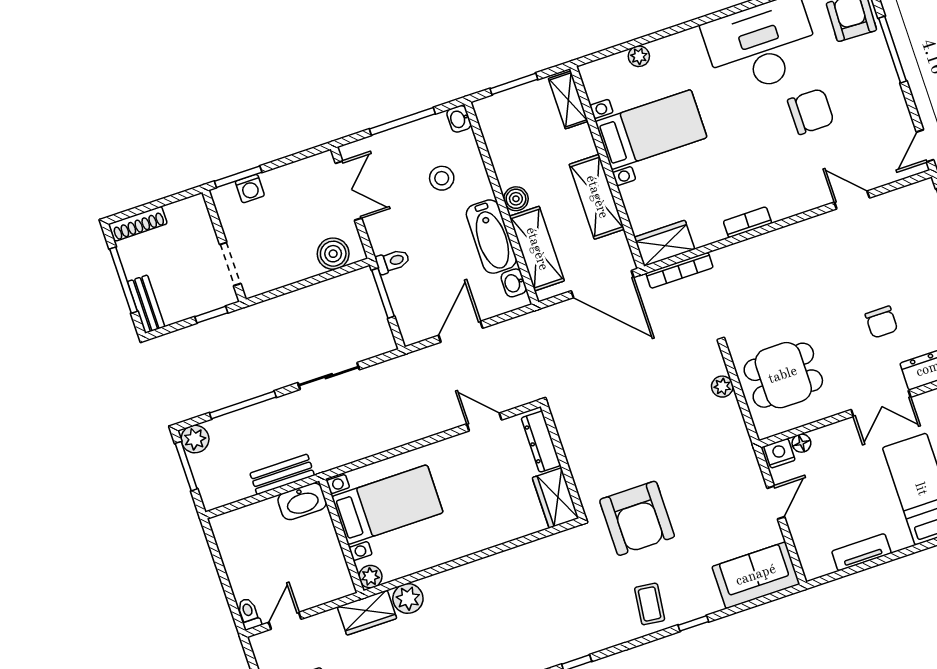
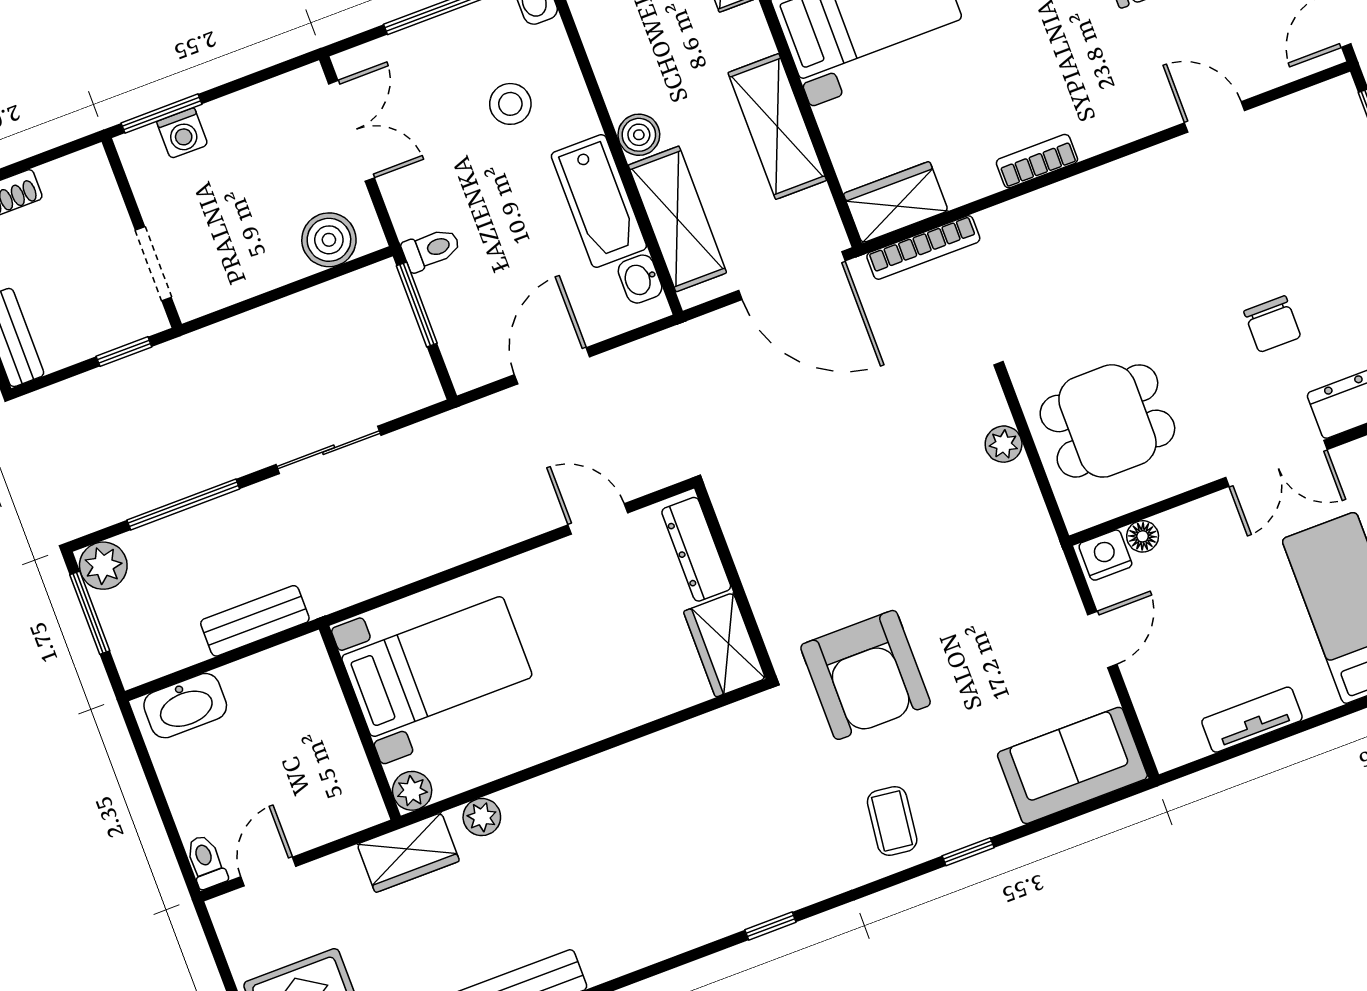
washbasin: (302, 501) -> (185, 706), moved
plant: (408, 598) -> (482, 817), width x0.73, depth x0.73

